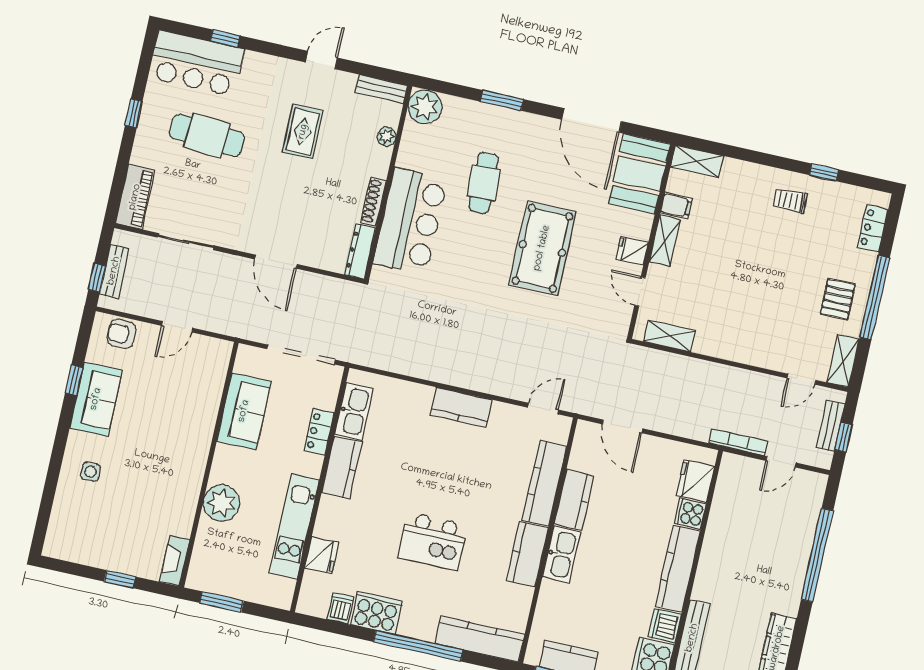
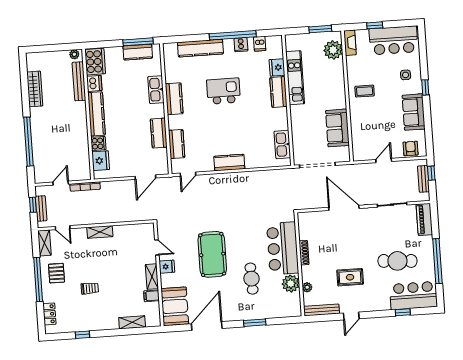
bench: (381, 89) -> (321, 310), width x1.36
plant: (425, 107) -> (291, 284), moved
window: (134, 113) -> (437, 261), width x3.17
door: (592, 120) -> (207, 326), hinge flipped
rug: (303, 132) -> (350, 277), turned 90
shelving: (697, 161) -> (132, 322), moved
trolley: (790, 201) -> (90, 288), moved
dresser: (360, 251) -> (303, 226), removed
door: (276, 262) -> (344, 208), width x1.36
armchair: (121, 334) -> (411, 149), turned -90
shelving: (670, 336) -> (100, 232), moved
door: (802, 379) -> (63, 228), swing flipped
window: (74, 380) -> (425, 87), moved
door: (623, 426) -> (145, 177), swing flipped
locker: (319, 432) -> (297, 129), removed
coffee table: (174, 464) -> (365, 91), added
kitchen counter: (342, 467) -> (279, 92), moved
kitchen counter: (544, 483) -> (177, 144), width x0.67
plant: (221, 503) -> (333, 50), moved
bar counter: (94, 541) -> (394, 40), added
kitchen sink: (561, 554) -> (156, 90), moved
cooker: (376, 613) -> (241, 45), width x0.53, depth x0.76
kitchen counter: (480, 639) -> (200, 48), moved
window: (418, 646) -> (233, 35), moved

